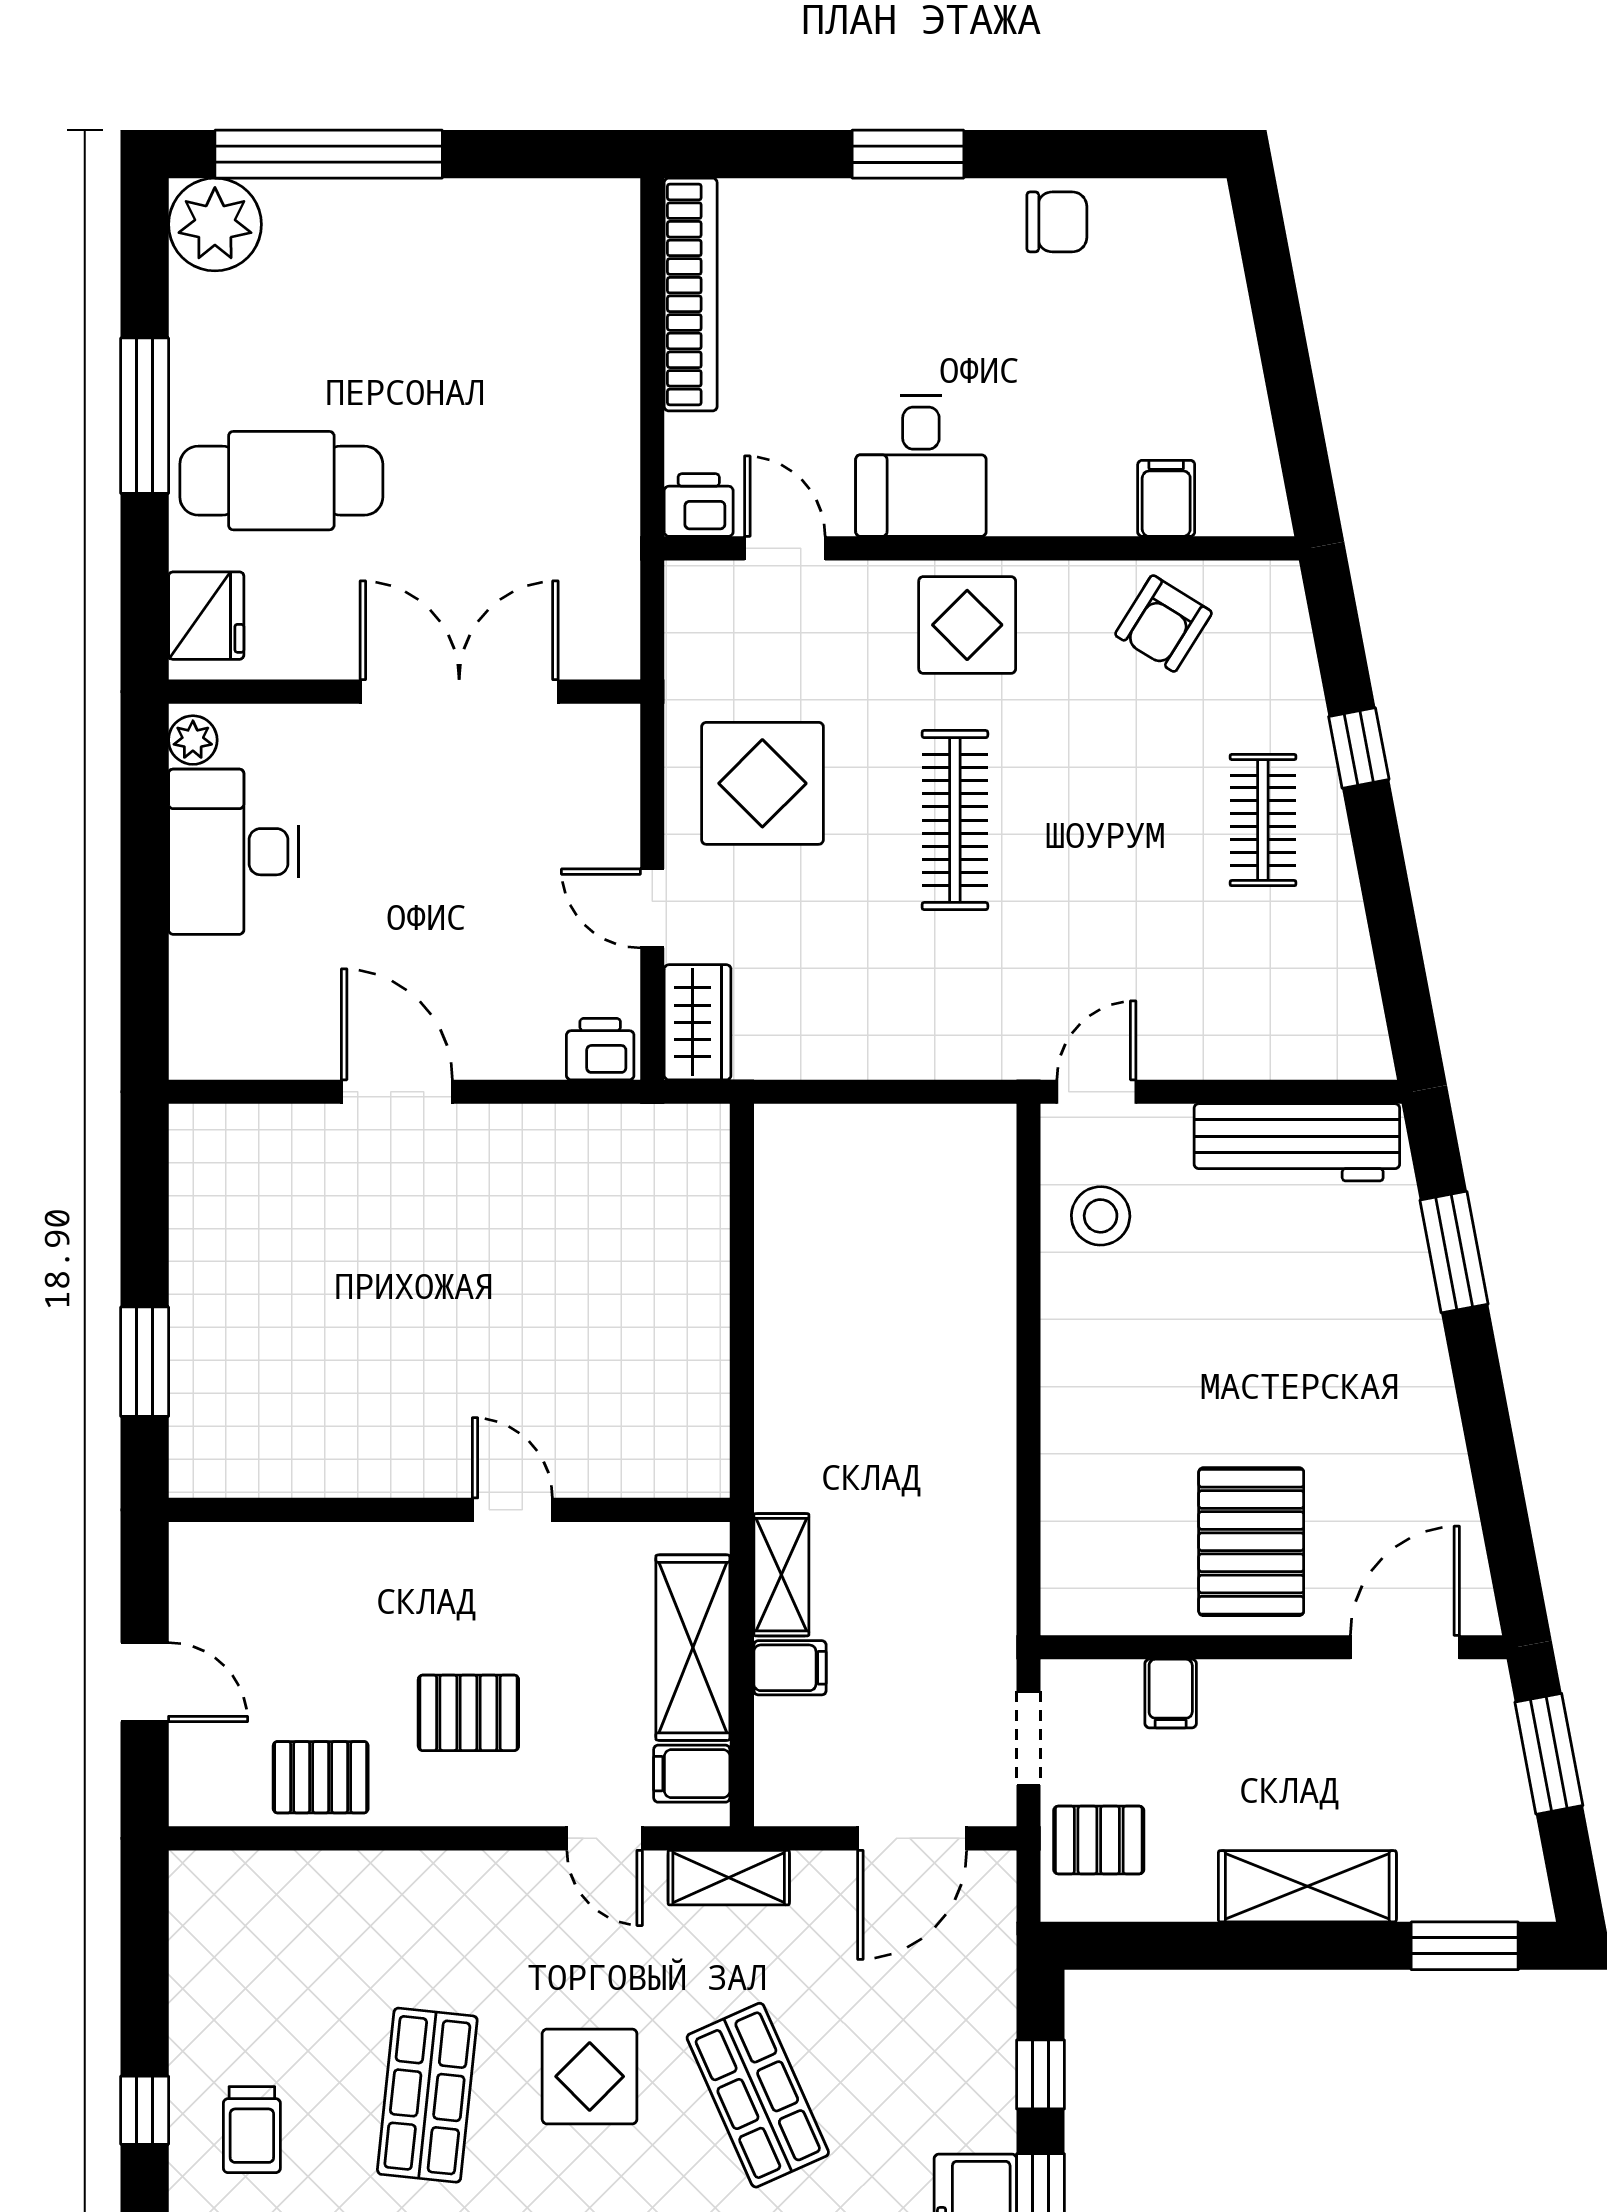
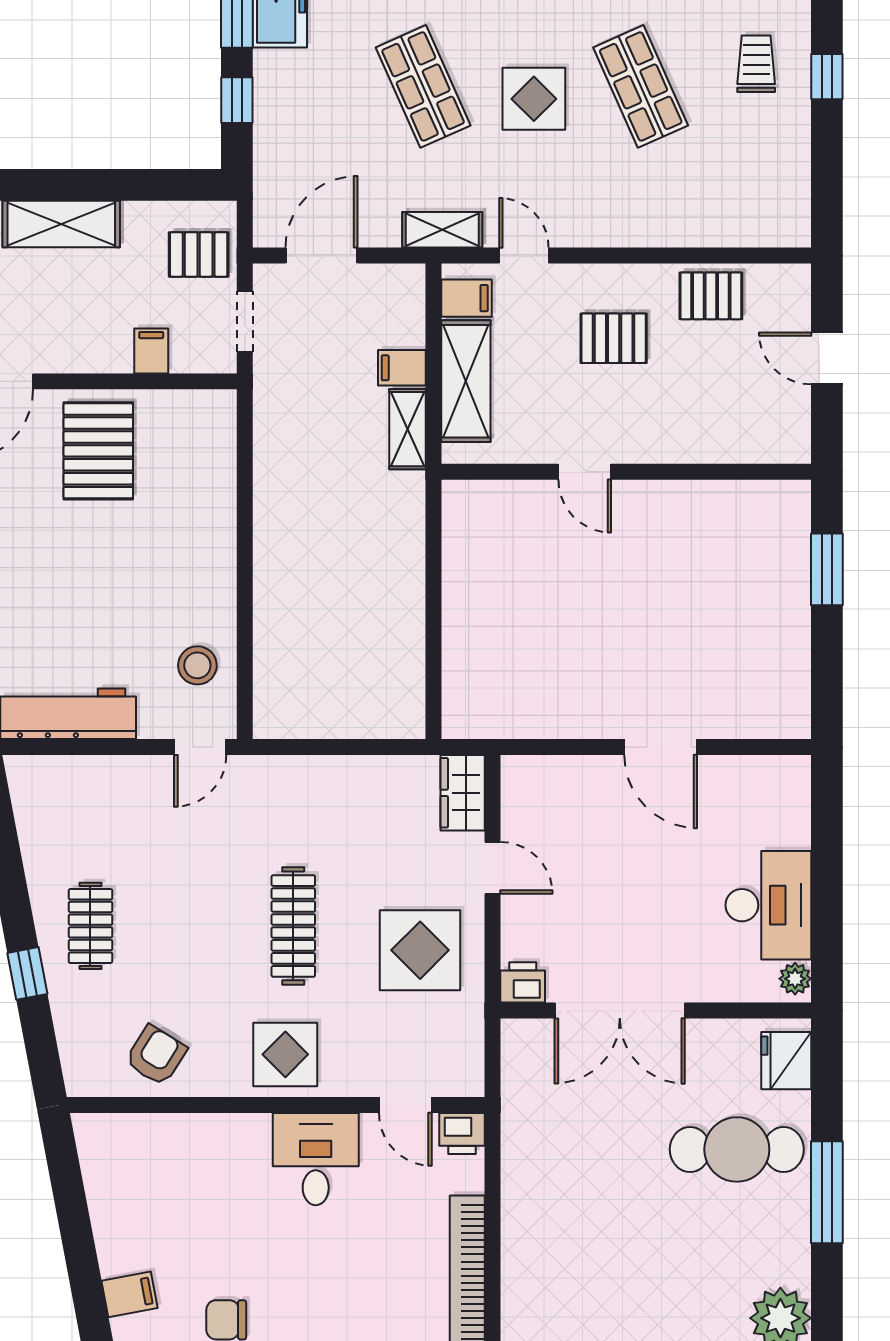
filing cabinet: (1166, 498) -> (130, 1294), moved, turned -101
printer: (600, 1049) -> (523, 982), moved, turned 180
shop shelf: (427, 2095) -> (641, 86), turned -30

